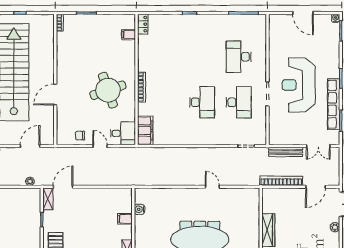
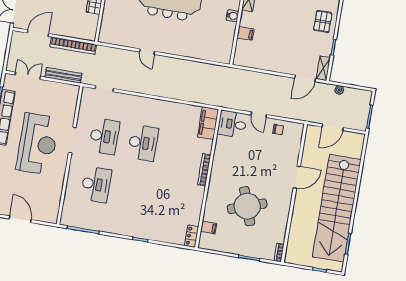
round table: (108, 90) -> (247, 206), moved
desk: (202, 102) -> (143, 143), turned 180
desk: (239, 102) -> (104, 136), turned 180
water cooler: (139, 209) -> (233, 16), moved

